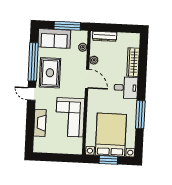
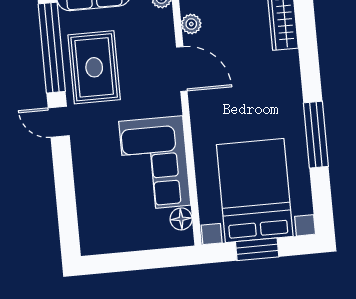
desk: (126, 88) -> (274, 77), removed
fireplace: (40, 123) -> (87, 186), removed
floor lamp: (78, 142) -> (181, 219), added

